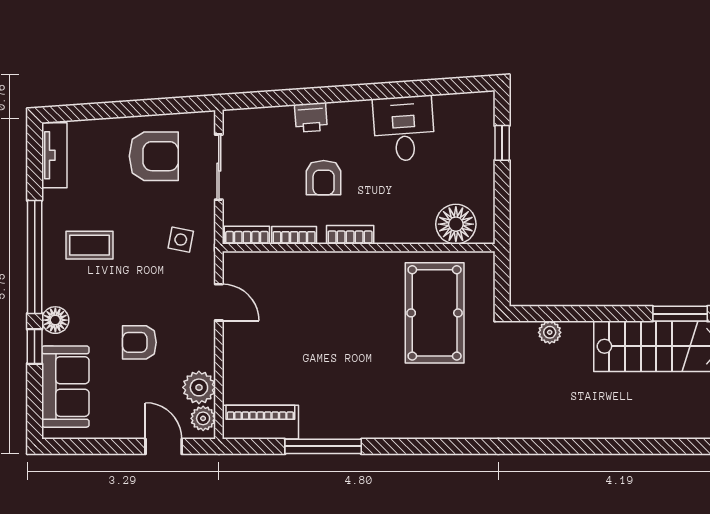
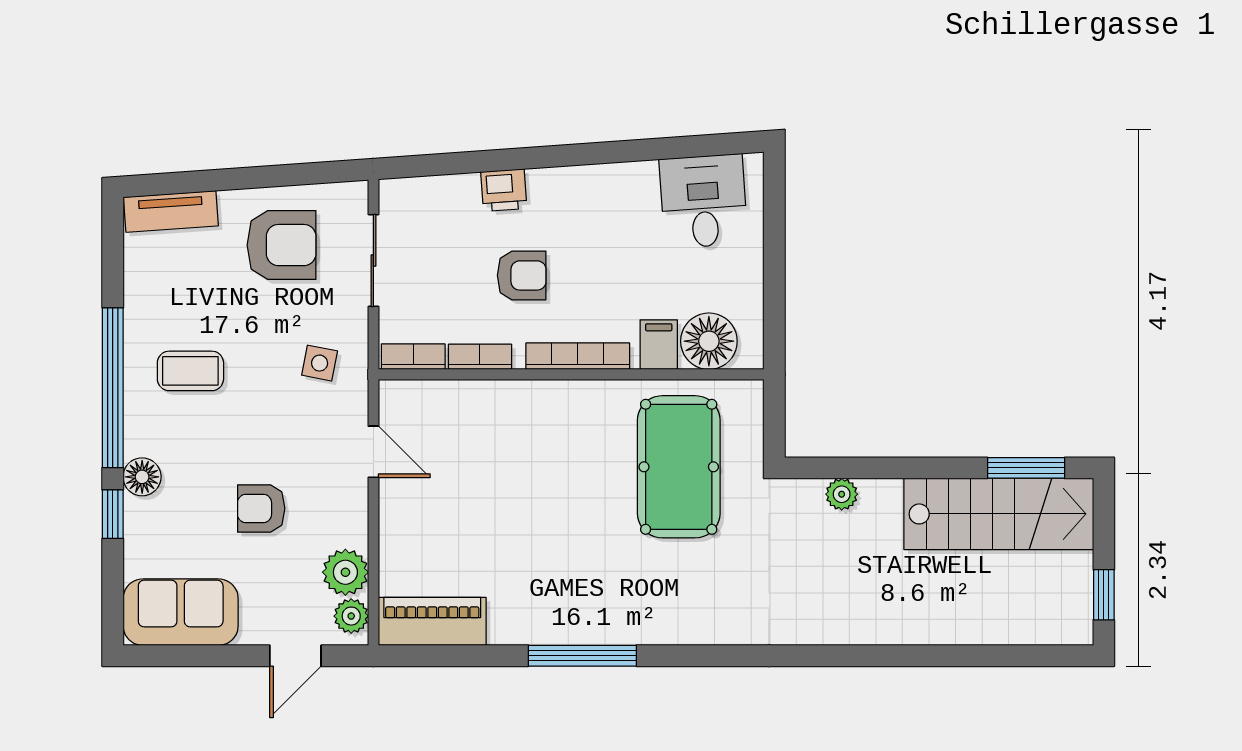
desk: (404, 129) -> (704, 201), moved
window: (502, 143) -> (774, 226), removed
tv unit: (54, 155) -> (171, 211), moved, turned 86
armchair: (324, 178) -> (522, 275), turned -90
filing cabinet: (420, 227) -> (659, 345), added
bookcase: (350, 235) -> (578, 356), width x1.56
sofa: (65, 387) -> (181, 612), moved, turned -90
door: (164, 446) -> (295, 656), swing flipped
window: (323, 446) -> (582, 656), moved

